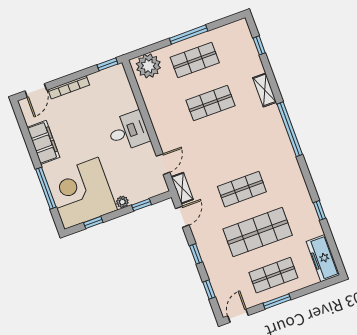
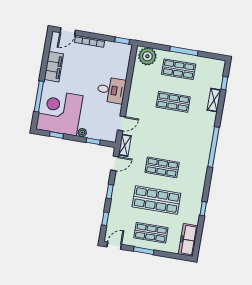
shelving: (265, 90) -> (214, 100), moved

